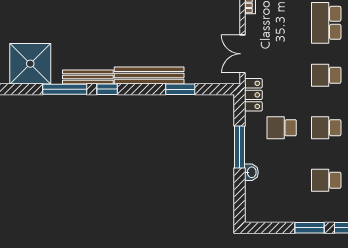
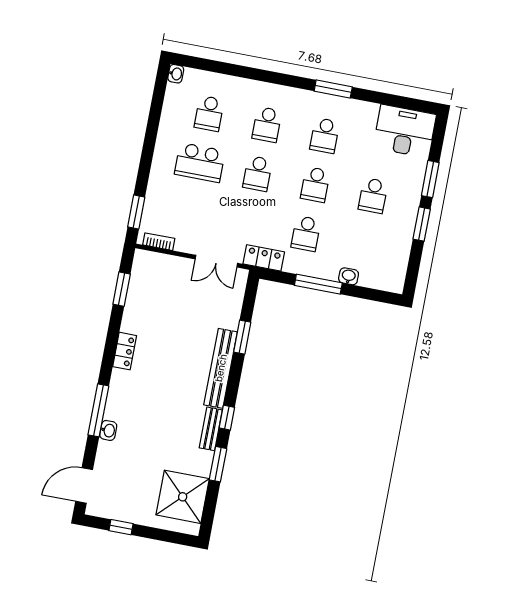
bench: (88, 77) -> (211, 429), width x0.73
window: (65, 89) -> (218, 464), width x0.69

